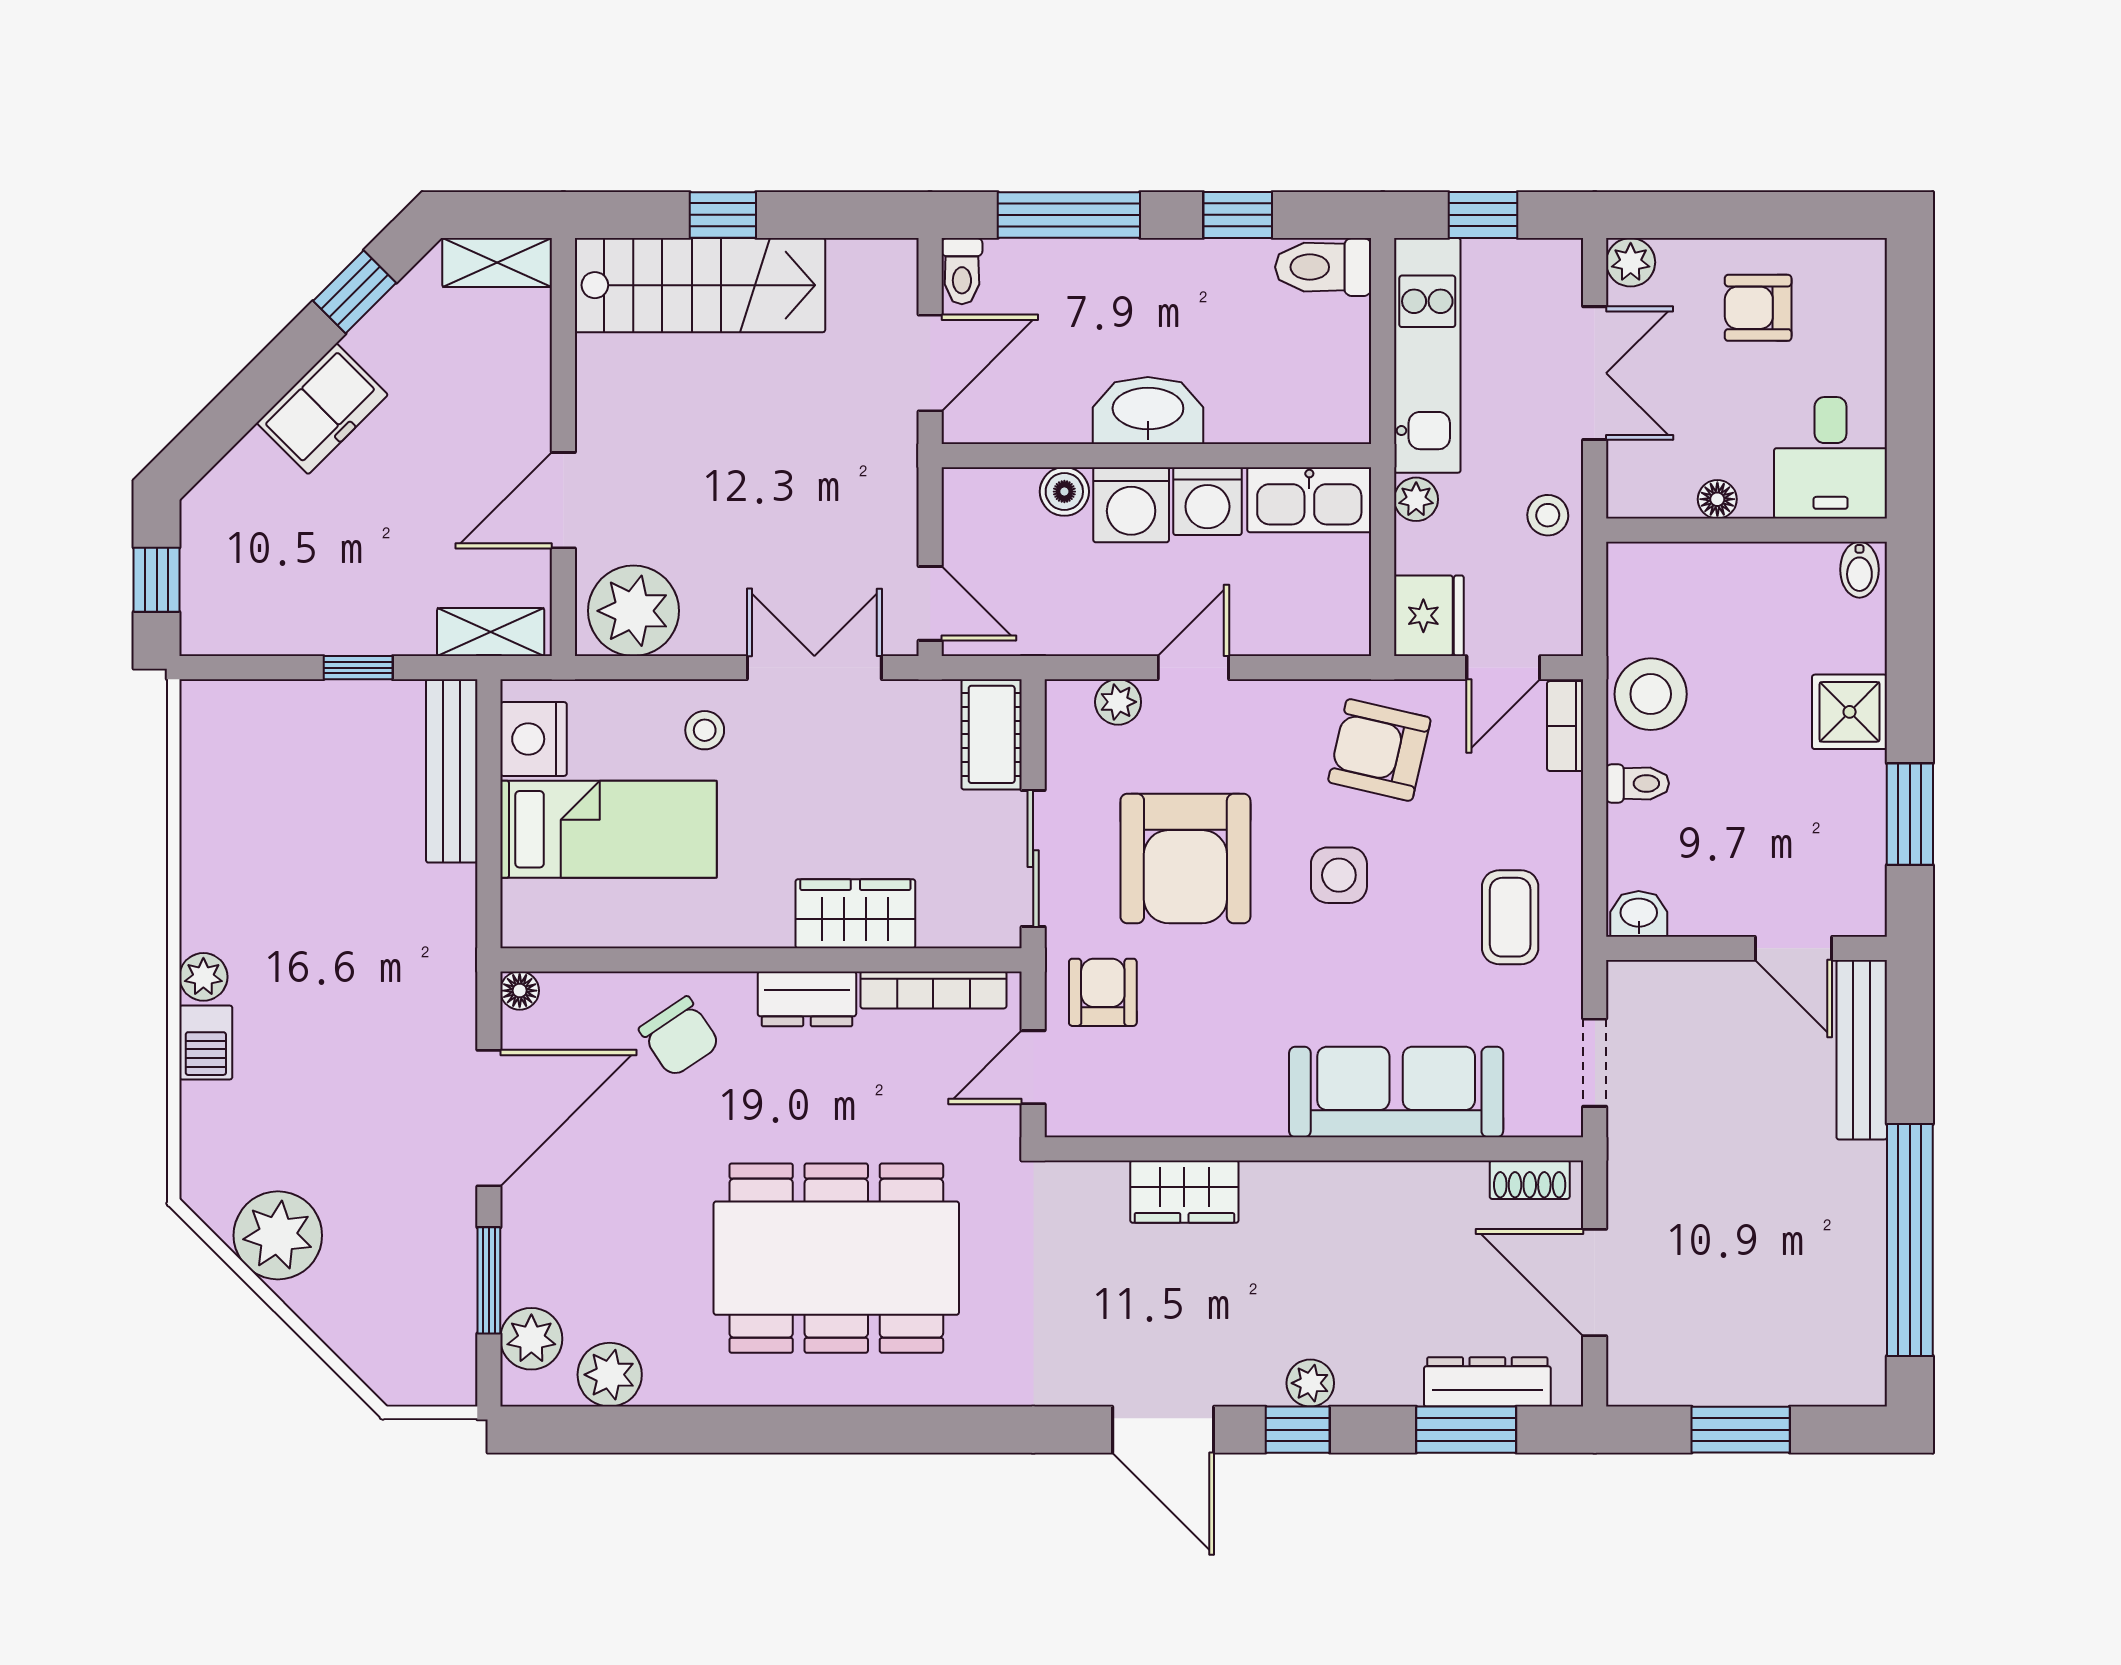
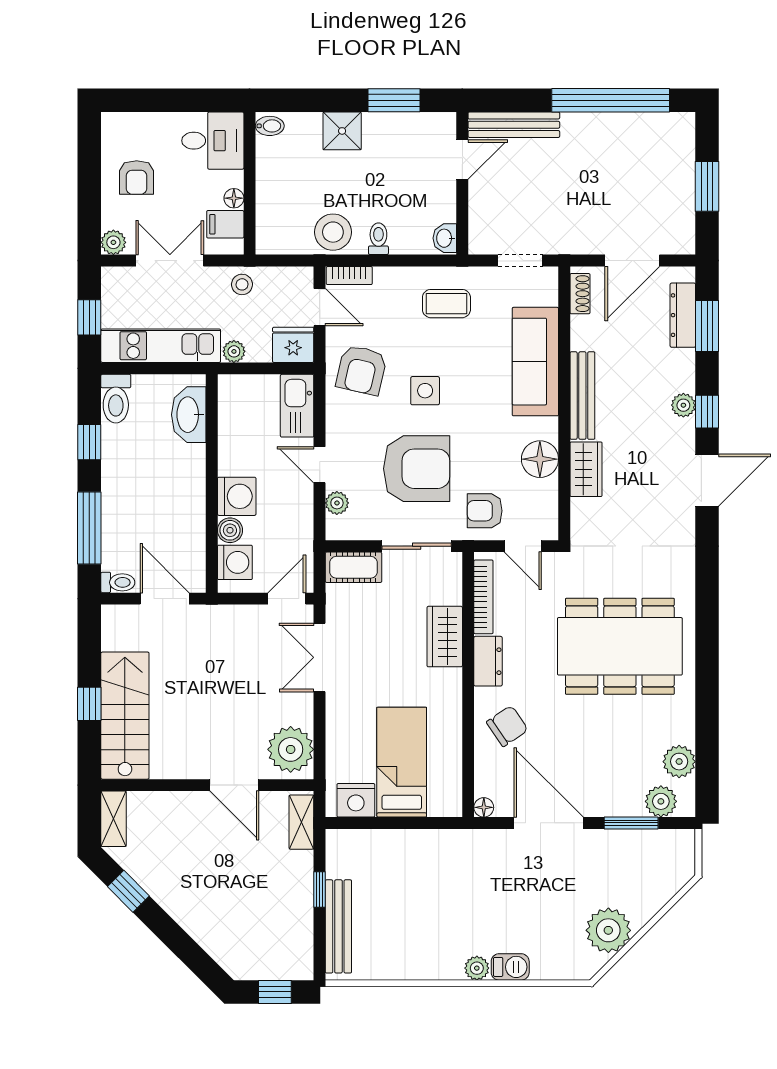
freezer: (322, 409) -> (188, 908), removed
washbasin: (1148, 410) -> (189, 415), moved
filing cabinet: (1666, 482) -> (225, 224), added
kitchen sink: (1309, 500) -> (297, 406), moved, turned 180
washing machine: (1207, 501) -> (235, 562), moved
stool: (705, 730) -> (351, 713), removed
bench: (452, 771) -> (338, 926), moved, turned 90
floor lamp: (1204, 1101) -> (540, 459), added
bench: (1329, 1185) -> (582, 396), added
dining table: (836, 1258) -> (620, 646), turned 90

